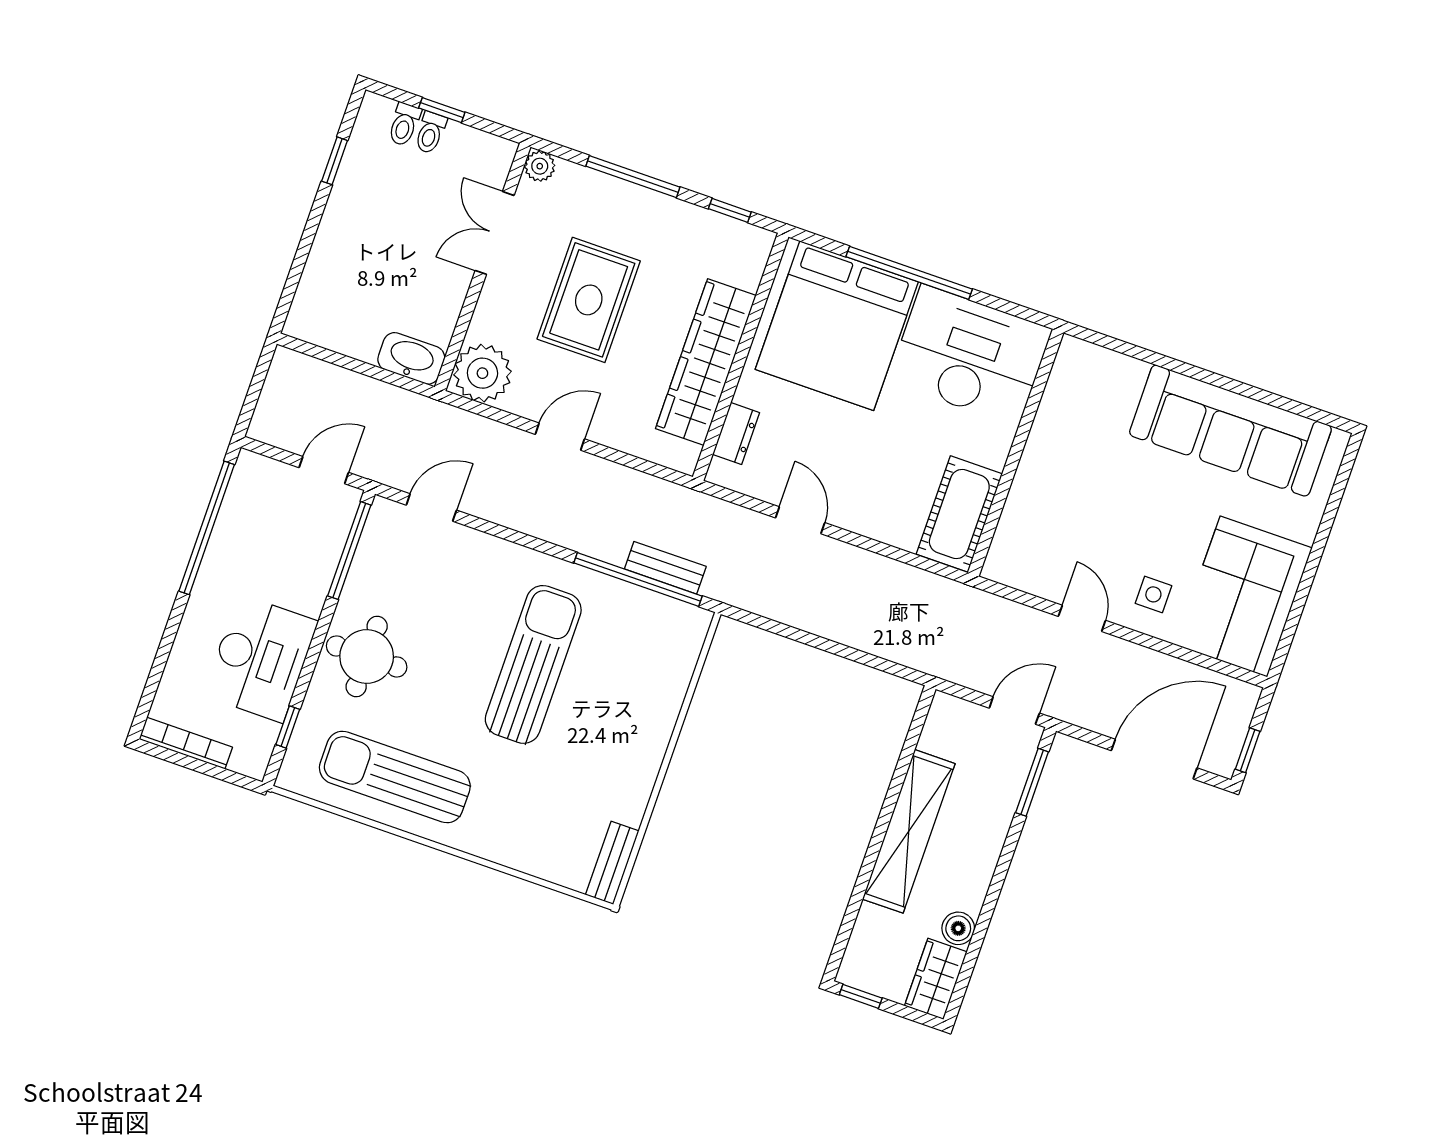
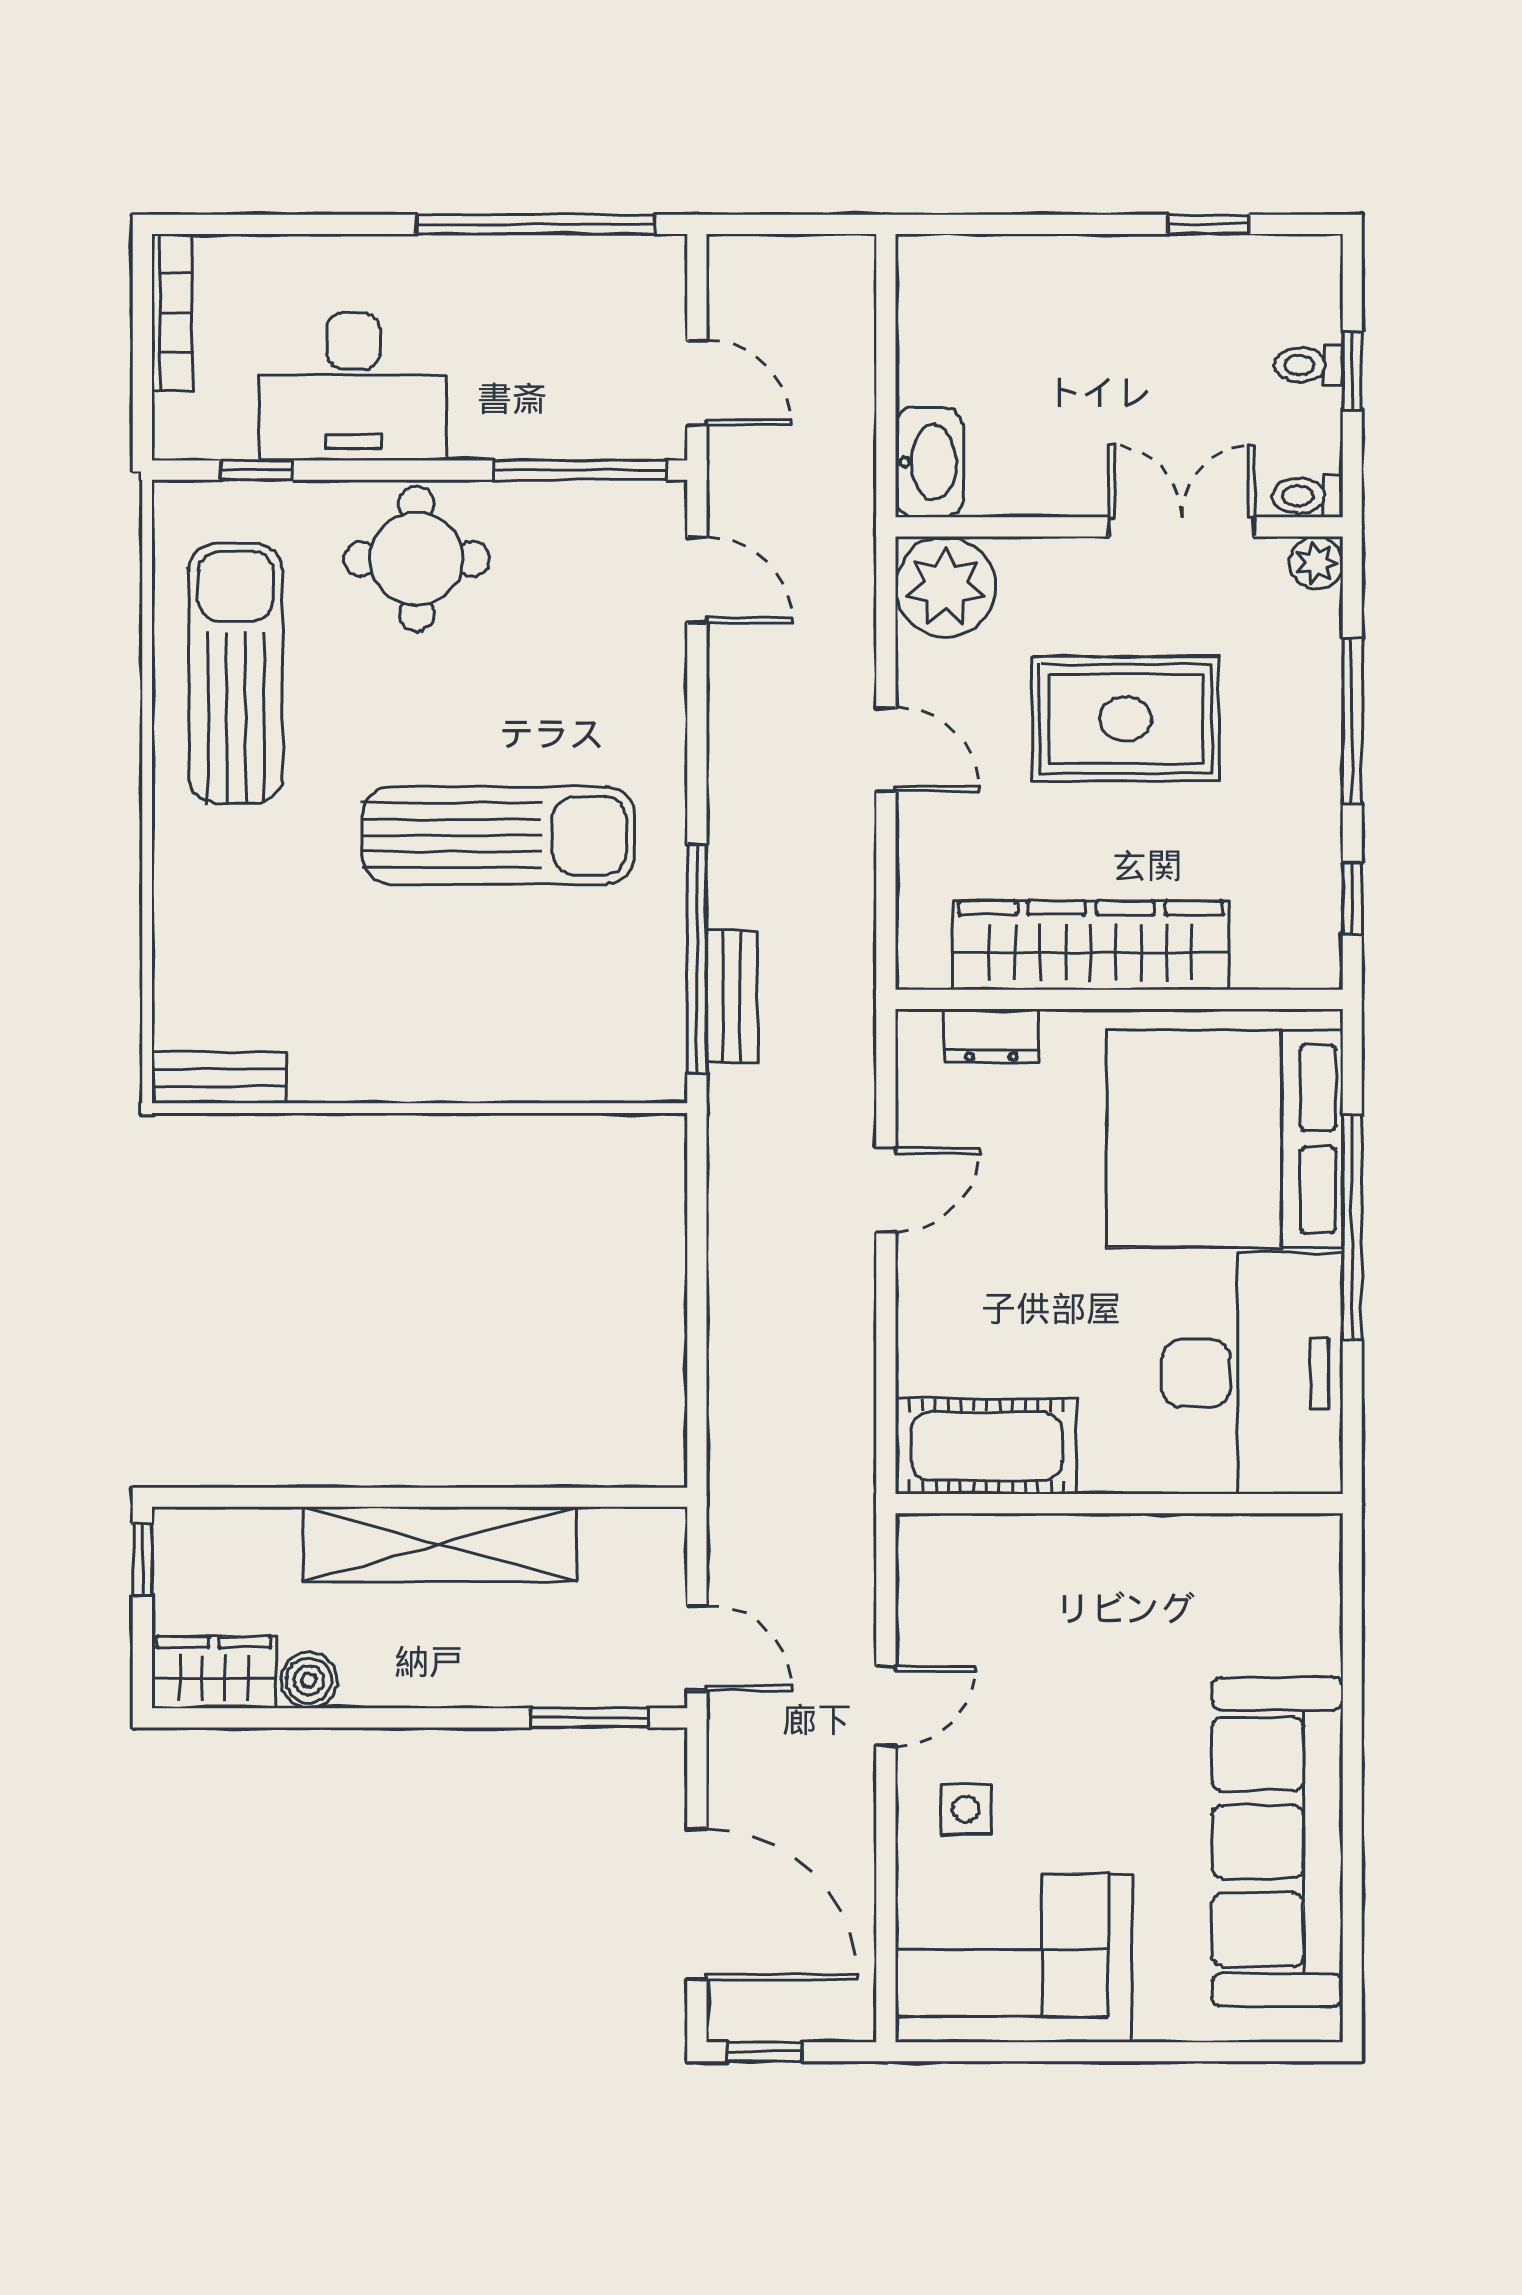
toilet: (404, 124) -> (1308, 496), moved

